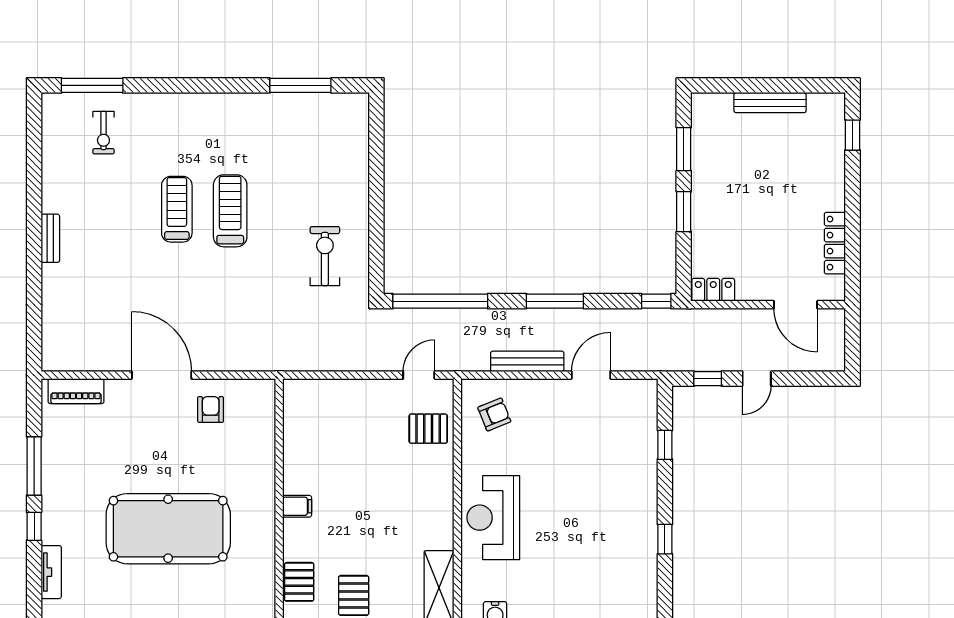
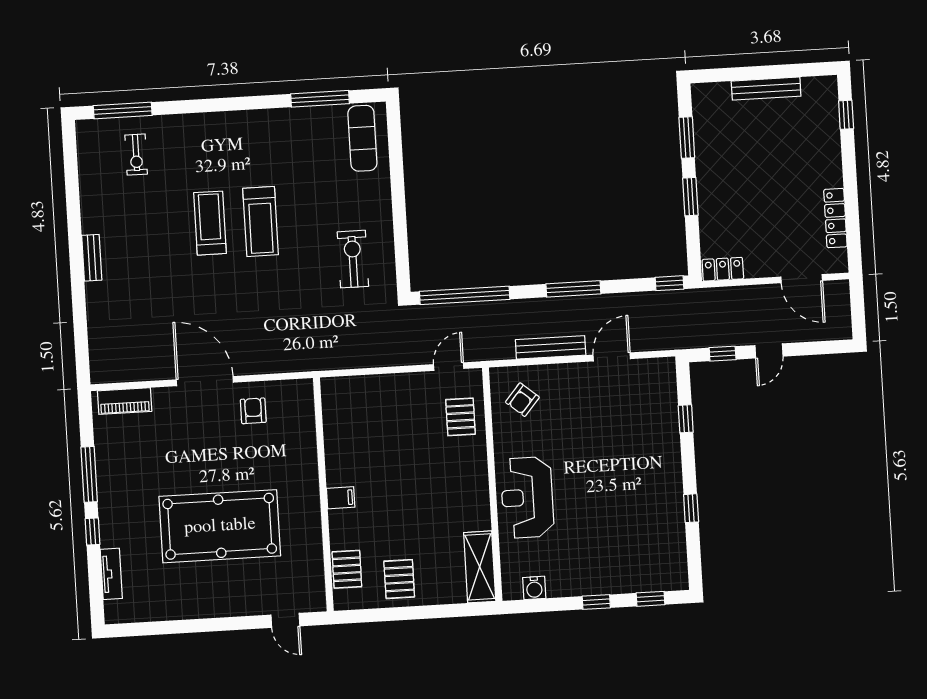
exercise mat: (342, 130) -> (362, 138), added
treadmill: (230, 211) -> (261, 222), turned 180
armchair: (494, 415) -> (522, 400), turned 152
pallet: (428, 429) -> (460, 417), turned 90

